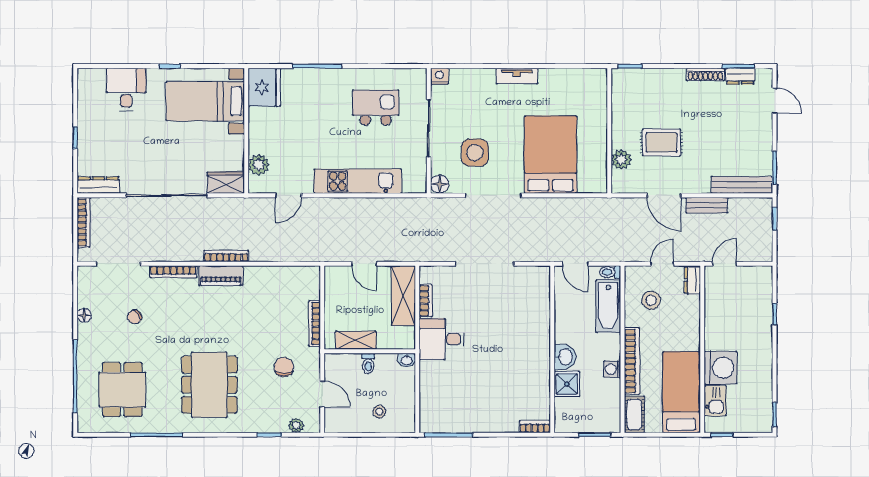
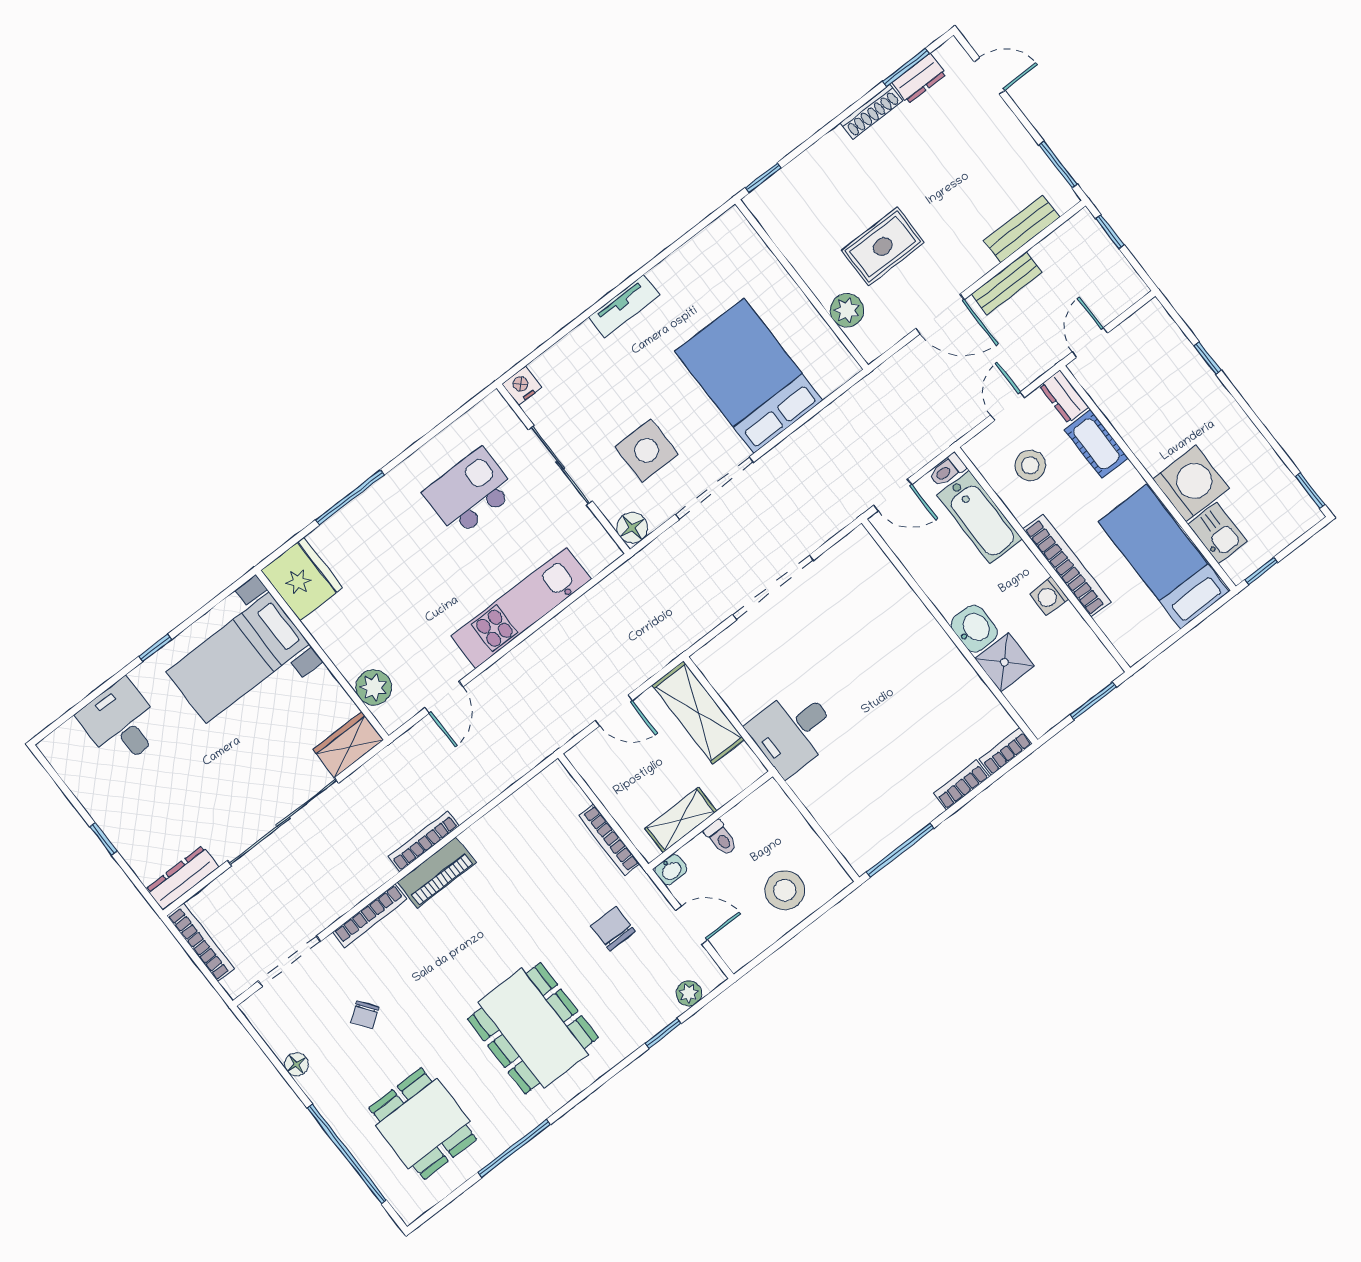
bench: (742, 185) -> (1021, 229), width x0.73
bookcase: (426, 301) -> (961, 785), moved, turned -90
washbasin: (407, 360) -> (671, 870), moved
stool: (379, 412) -> (785, 890), width x1.89, depth x1.89
cot: (634, 414) -> (1096, 444), moved

